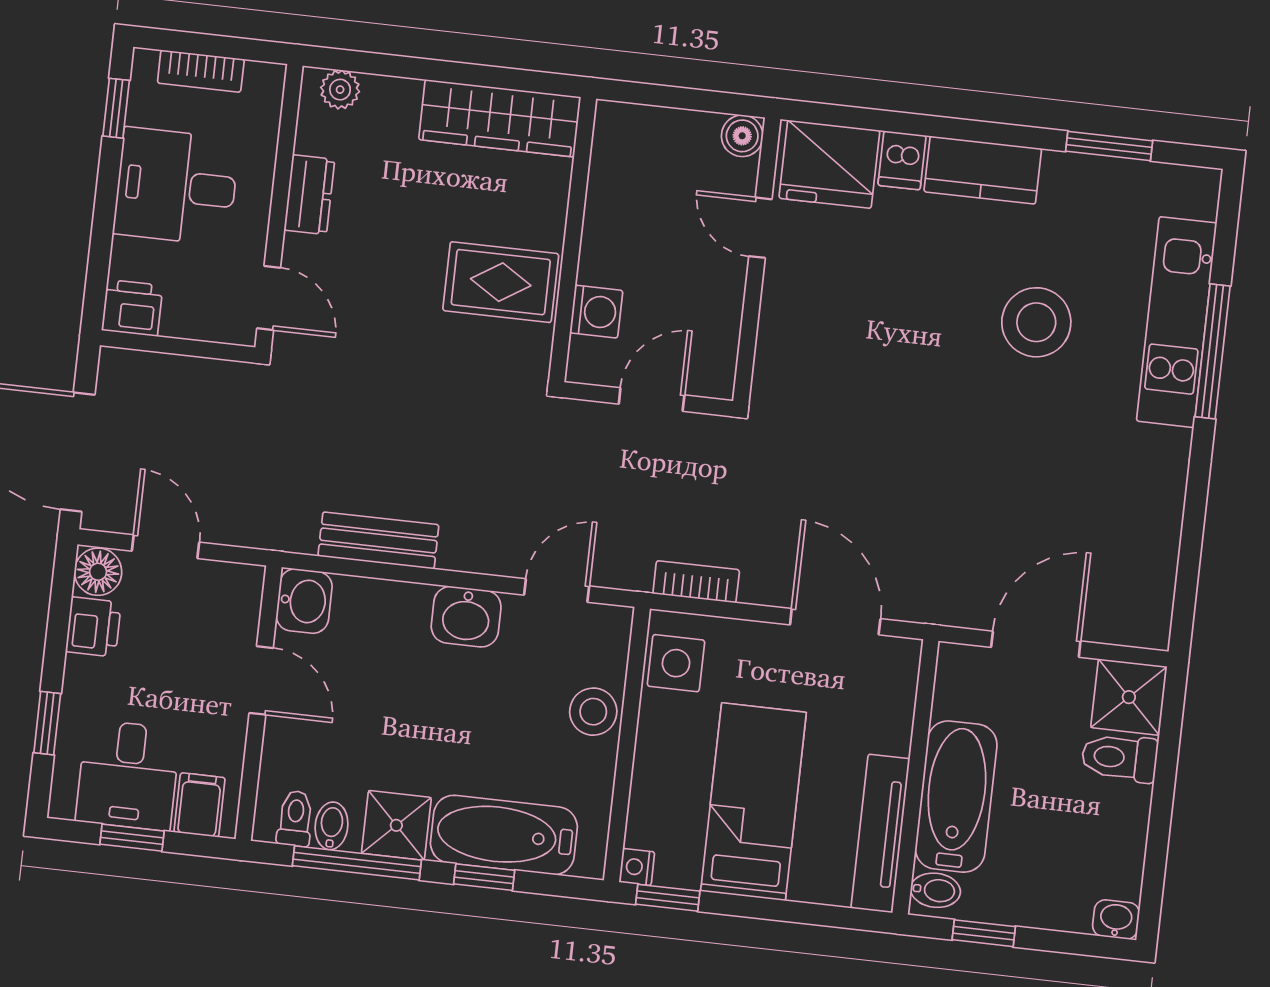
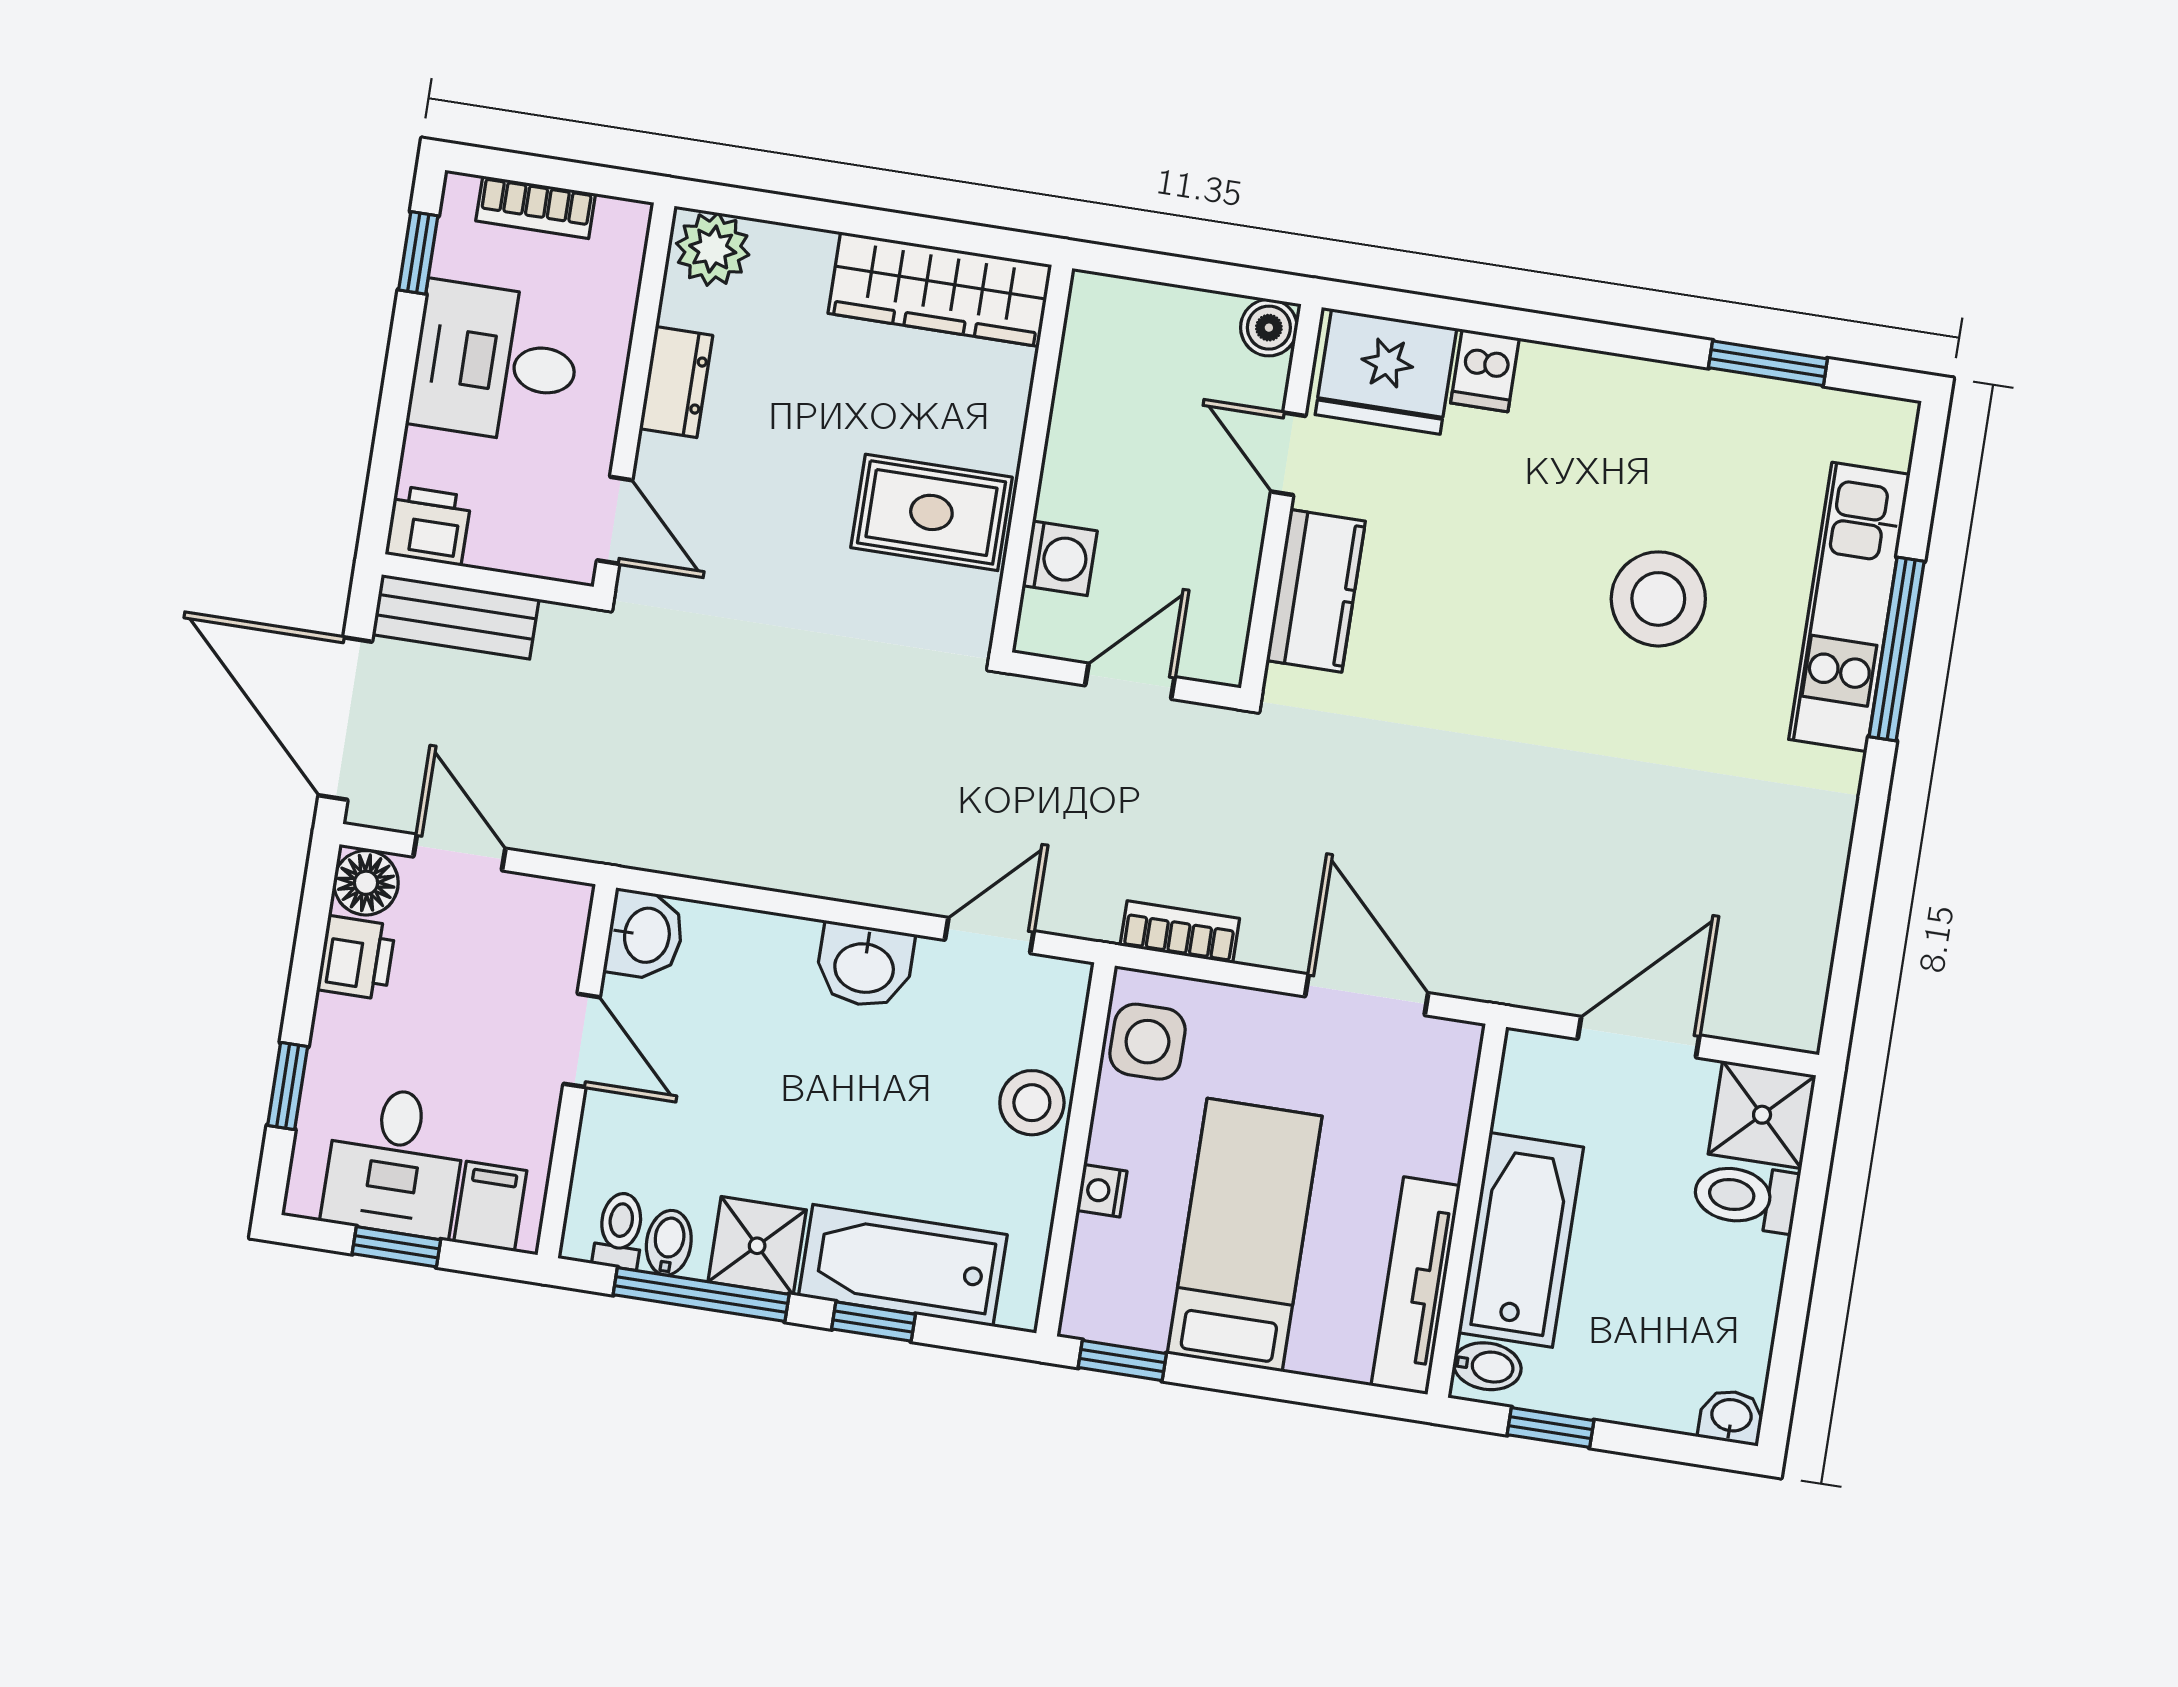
plant: (340, 90) -> (713, 249), width x1.38, depth x1.38
kitchen counter: (983, 170) -> (1316, 591), moved, turned -90
bench: (378, 540) -> (456, 617), moved
nightstand: (637, 867) -> (1102, 1191), moved

